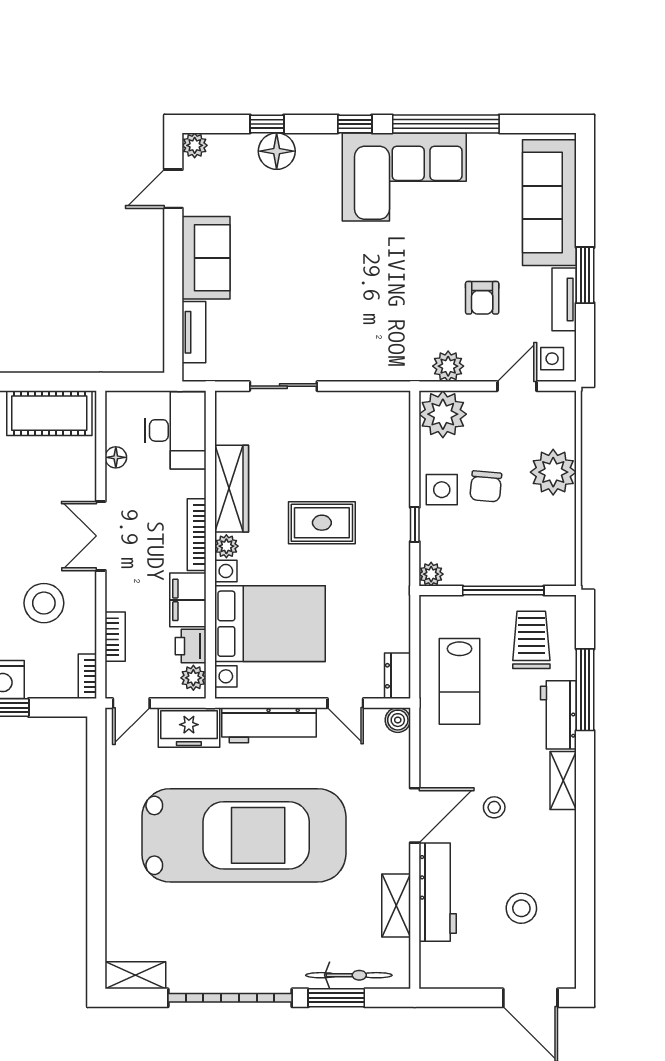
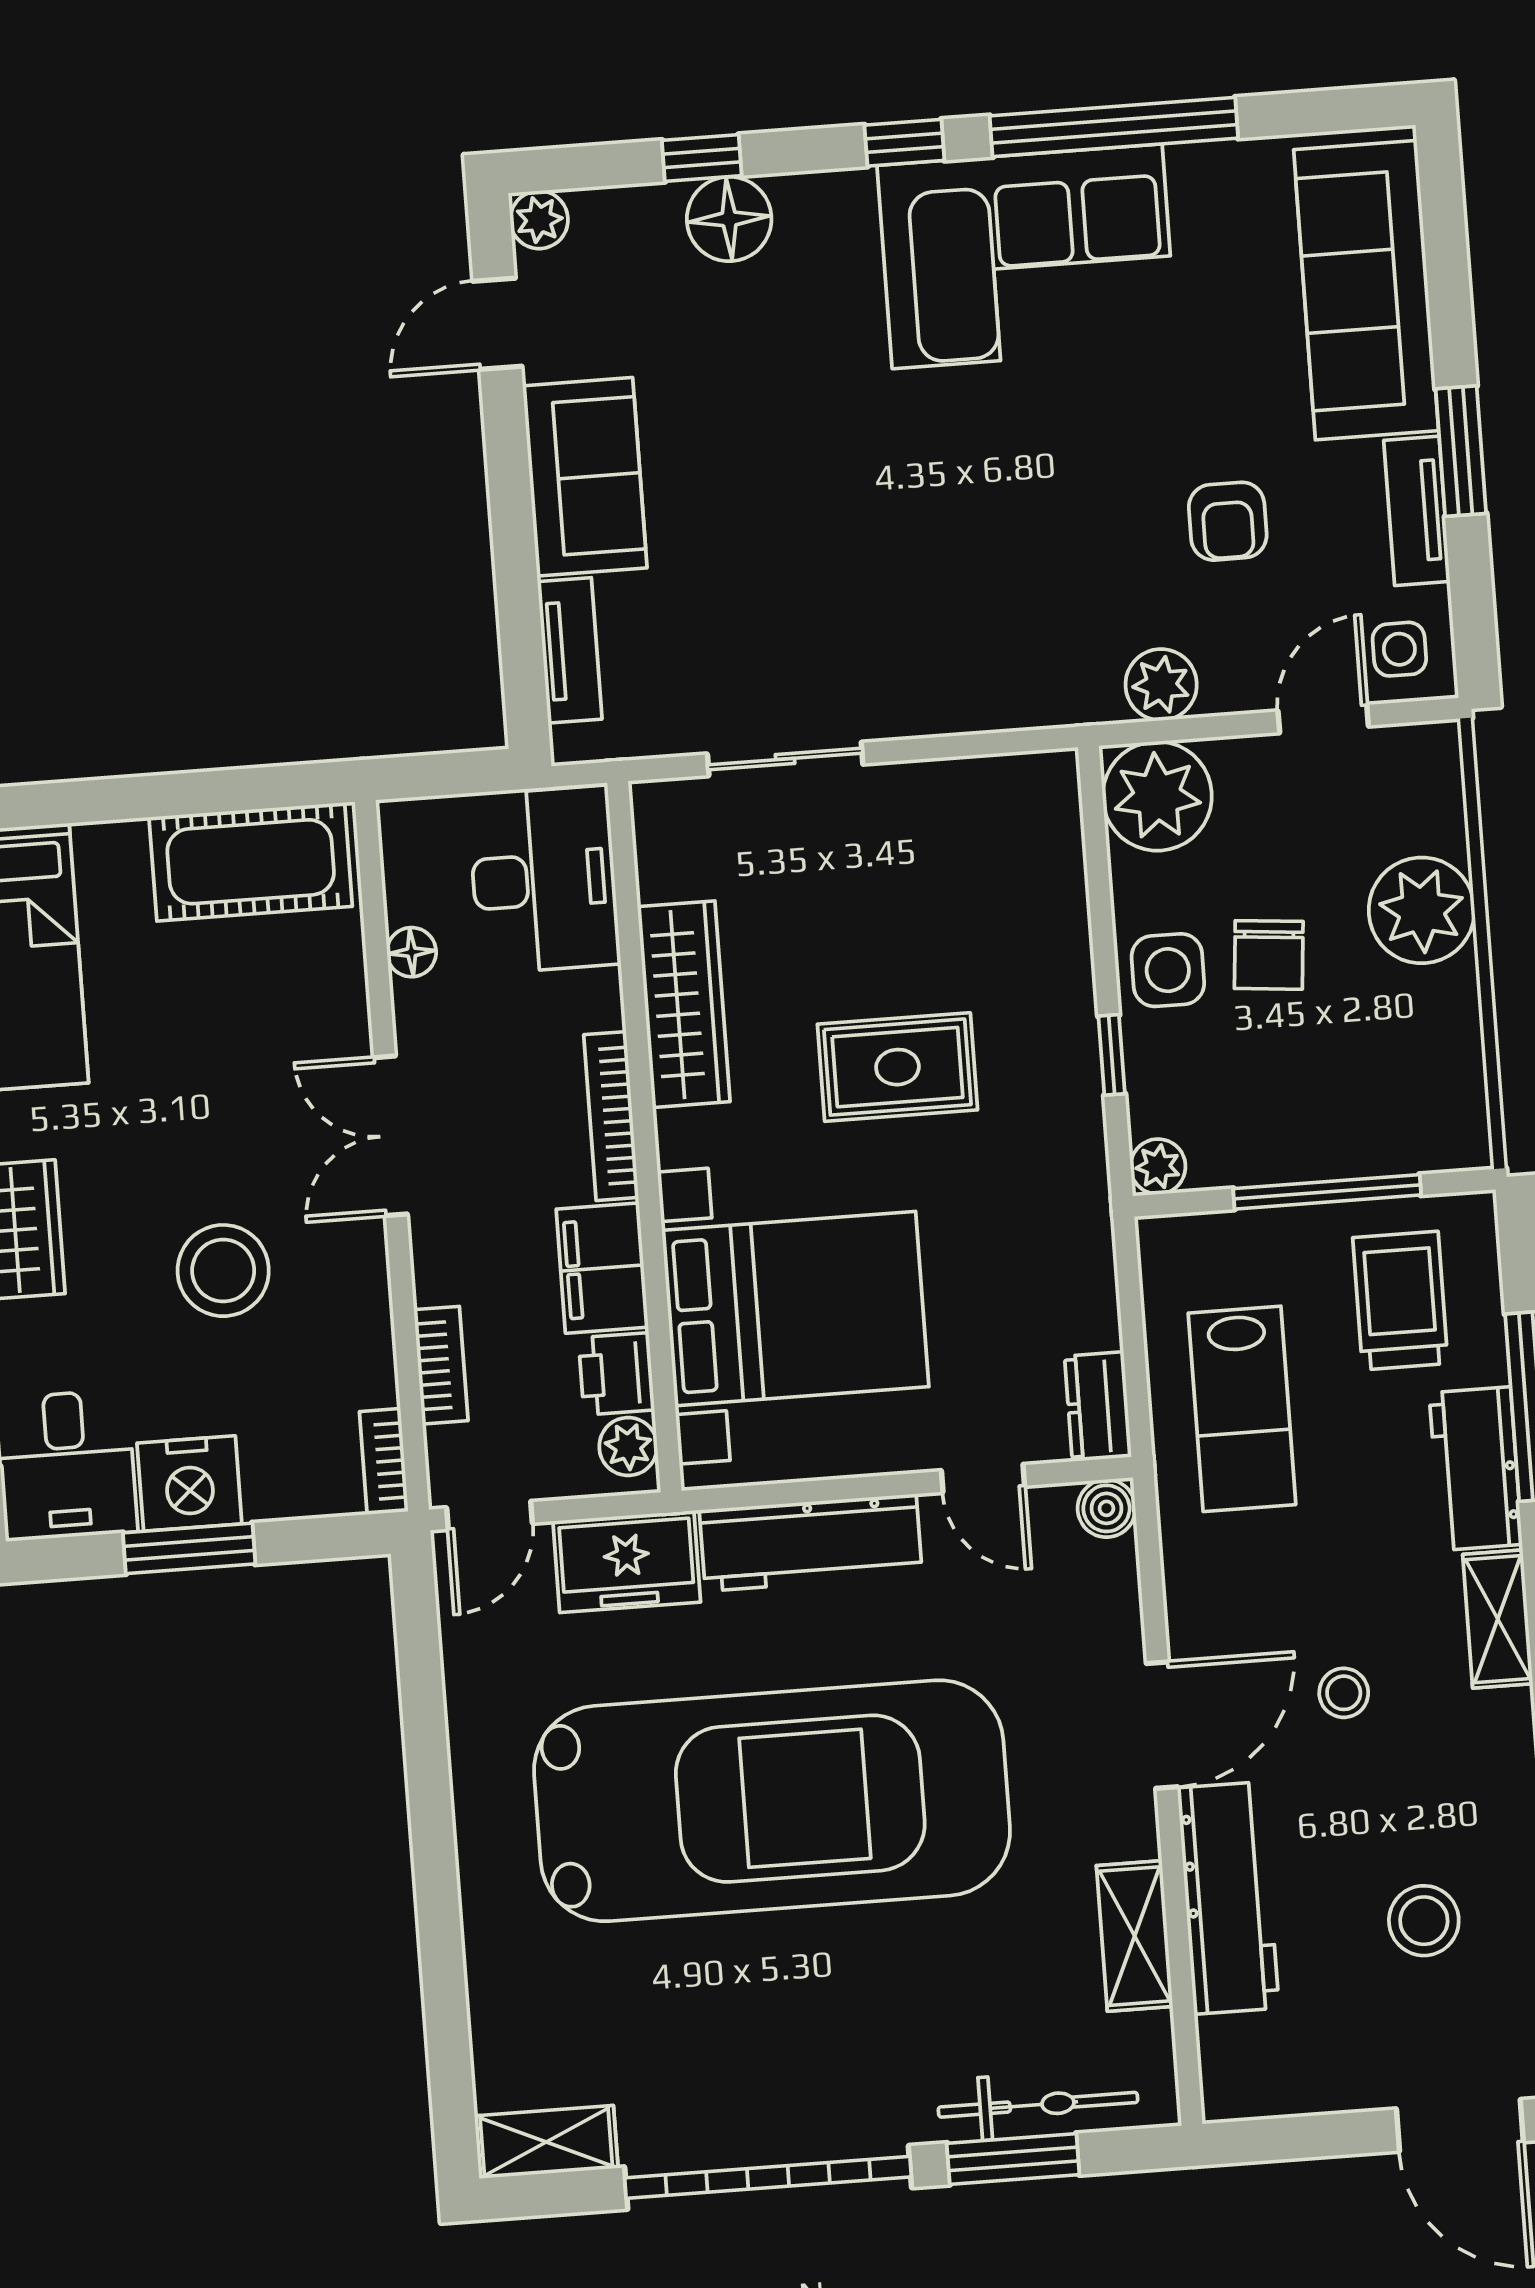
plant: (226, 546) -> (682, 1138), removed
stool: (44, 603) -> (223, 1271), moved

